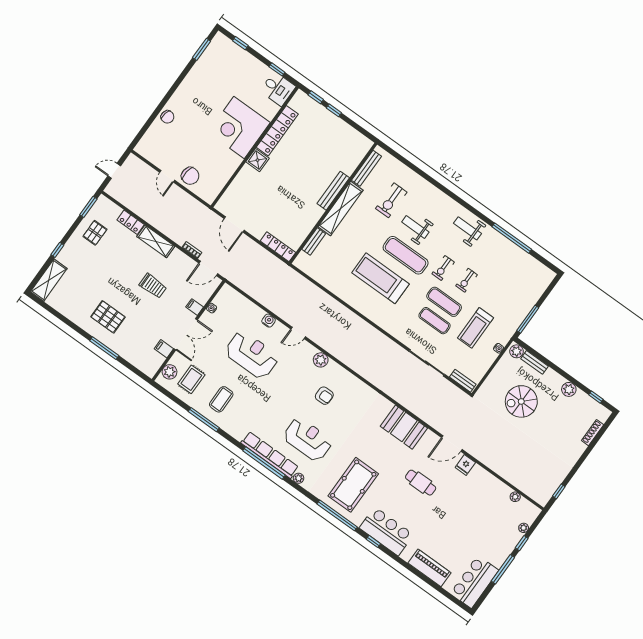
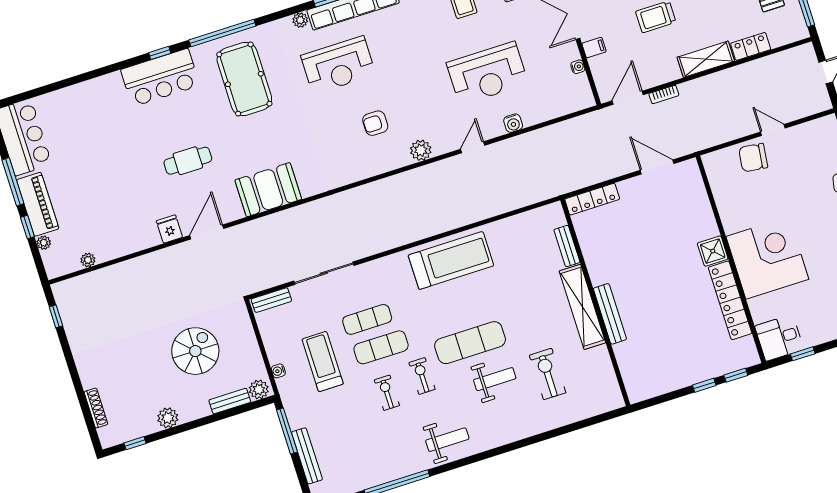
bench: (366, 168) -> (307, 456), moved
treadmill: (381, 278) -> (451, 260), moved
piano: (429, 568) -> (38, 204), moved, turned -90

